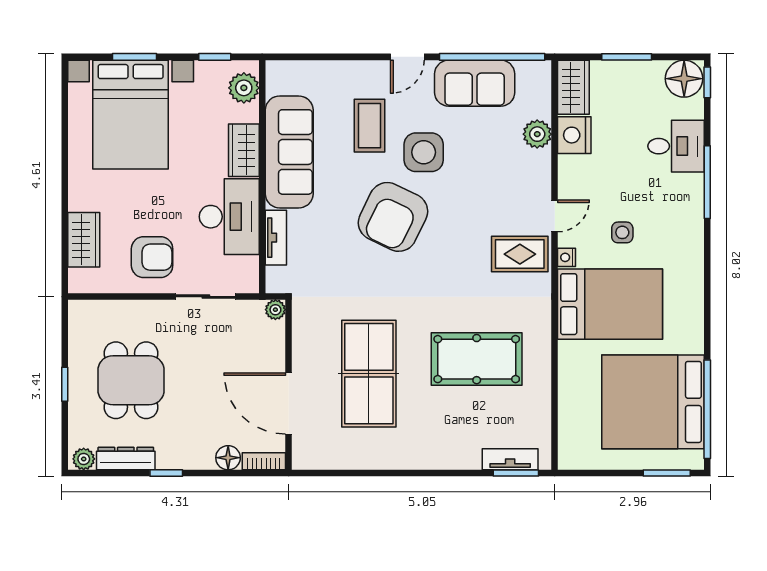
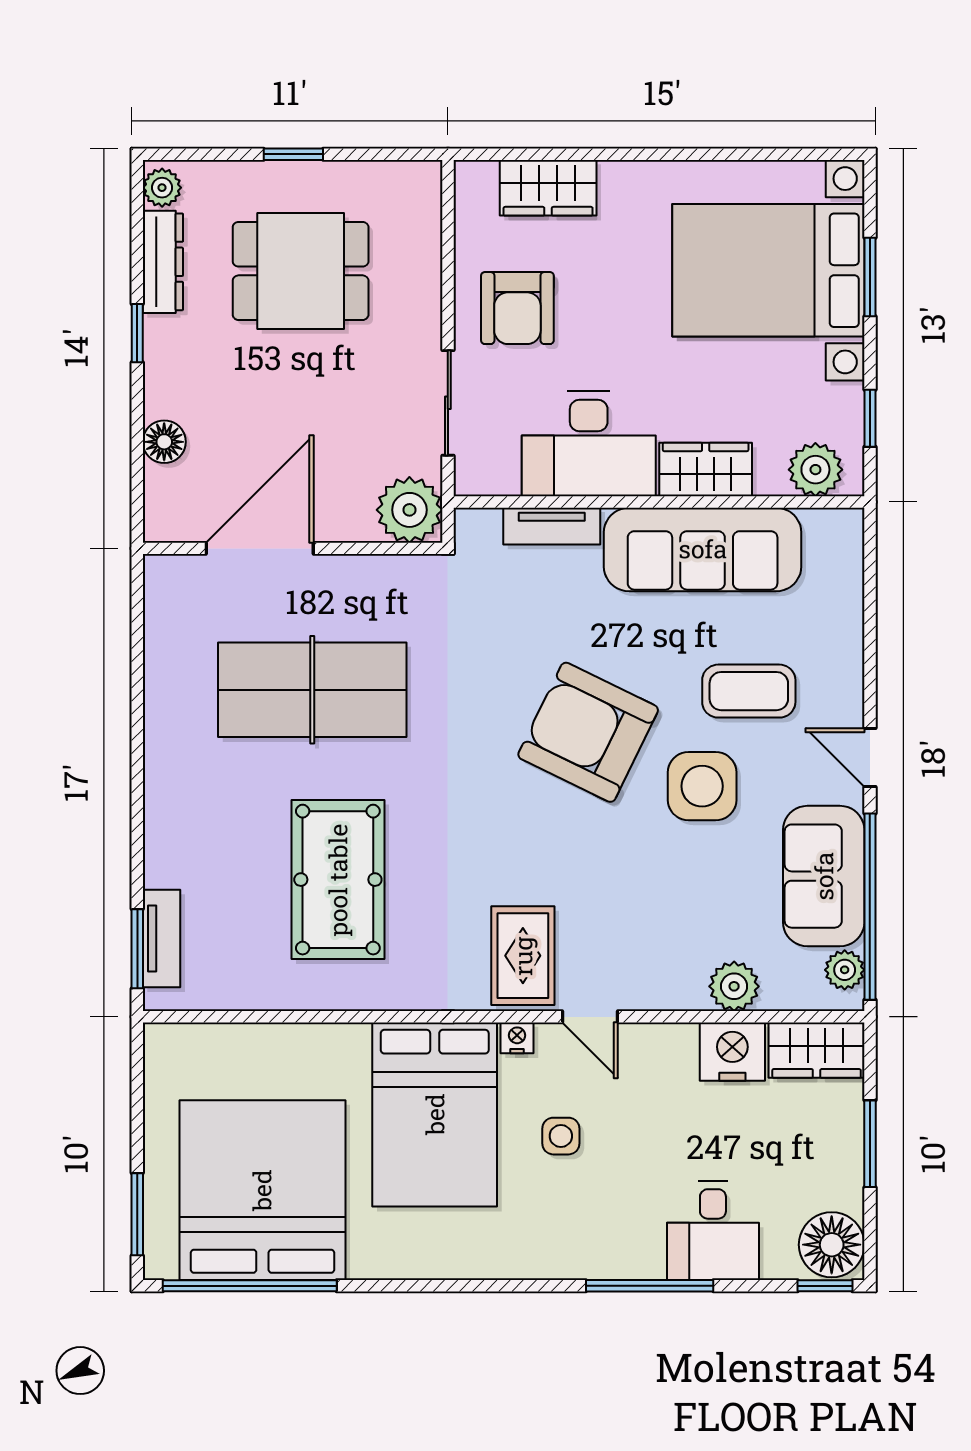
plant: (528, 71) -> (845, 970), added
plant: (275, 310) -> (409, 510), width x1.88, depth x1.88
bookcase: (264, 461) -> (158, 505), removed

